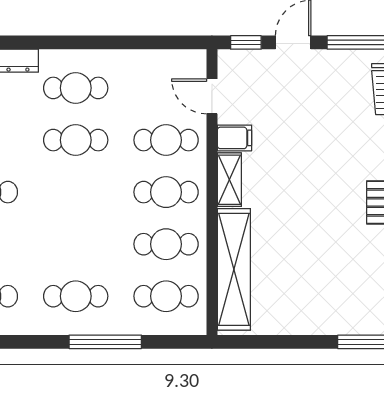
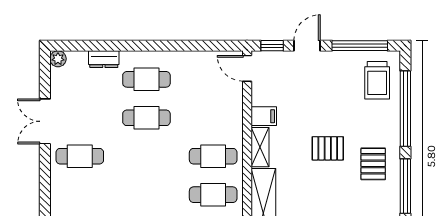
door: (212, 96) -> (247, 68), moved
cafe table: (166, 140) -> (213, 118), removed
pallet: (321, 181) -> (328, 148), added

